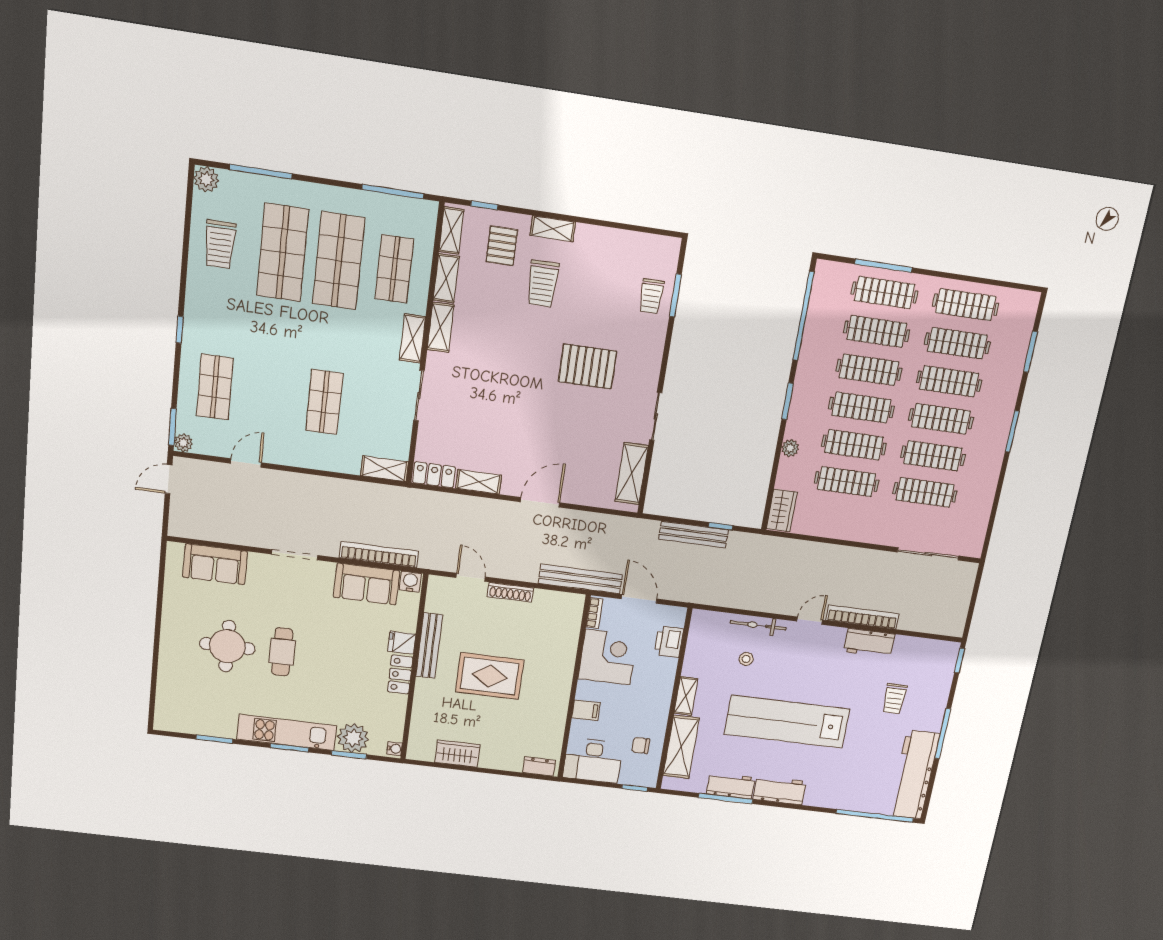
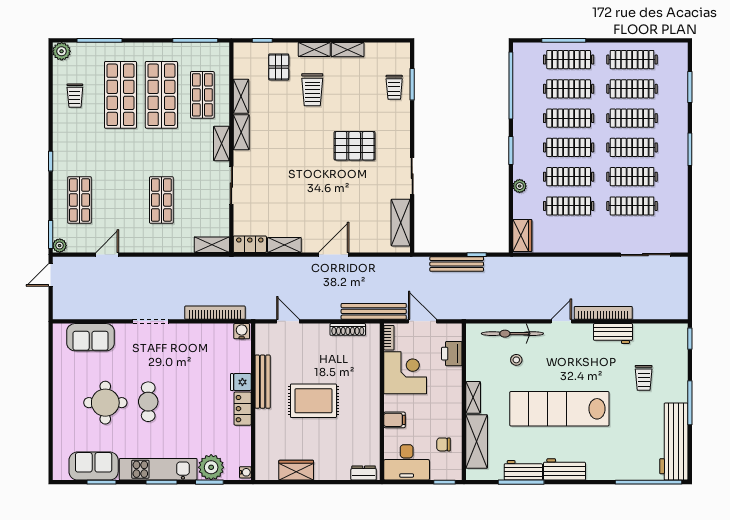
shelving: (451, 231) -> (348, 50), moved, turned 90
trolley: (220, 244) -> (75, 96), width x0.73, depth x0.72
sofa: (367, 584) -> (94, 466), moved, turned 180
shoe rack: (510, 592) -> (348, 329), moved
bicycle: (758, 625) -> (512, 334), width x1.37, depth x1.40

